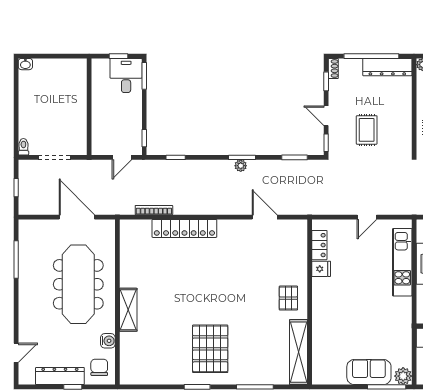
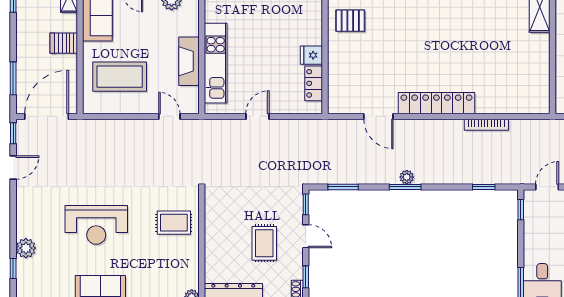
rug: (367, 130) -> (264, 243), moved
bookcase: (154, 210) -> (486, 125), moved
locker: (184, 228) -> (436, 103), moved
pallet: (288, 298) -> (350, 21), turned 90

